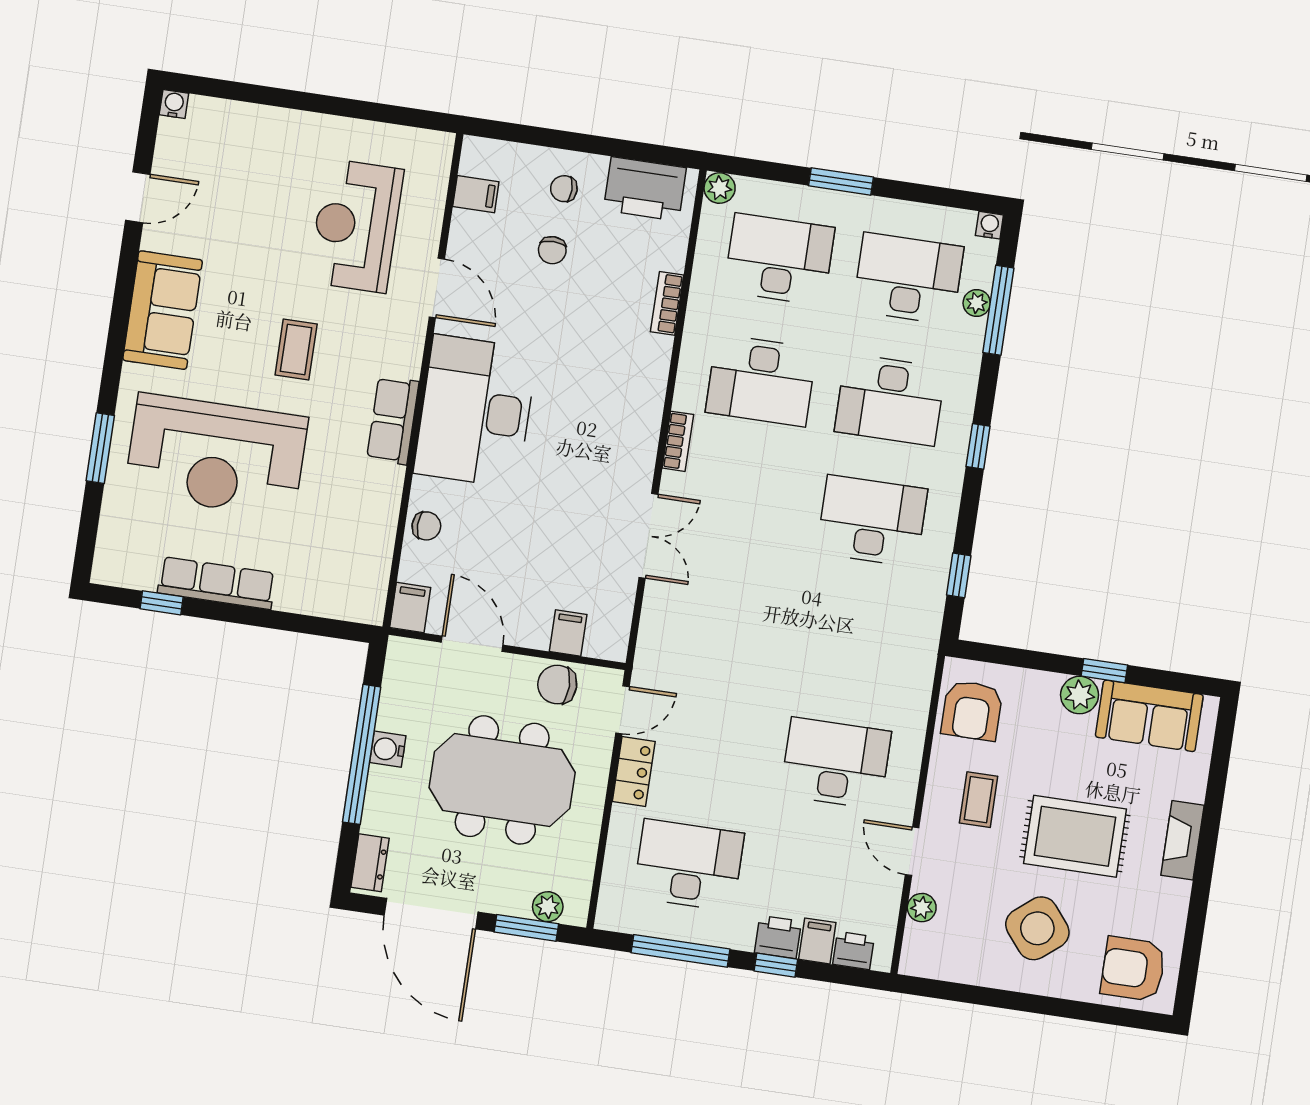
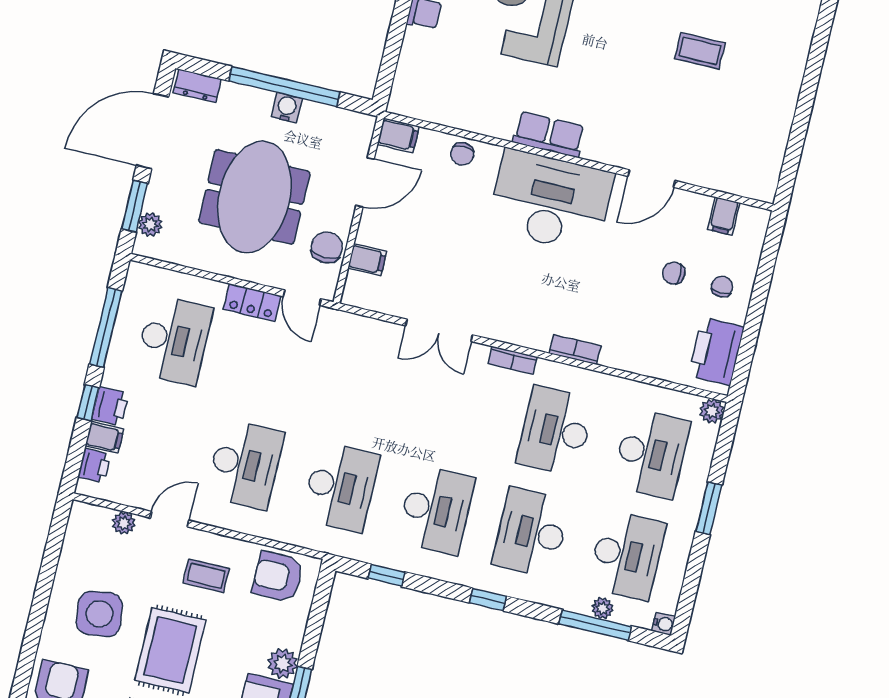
reception desk: (356, 226) -> (707, 118), removed
bookcase: (667, 303) -> (575, 350), moved
coffee table: (296, 349) -> (700, 51), moved
desk: (854, 642) -> (340, 487), added
side table: (1037, 928) -> (99, 614), turned 32

